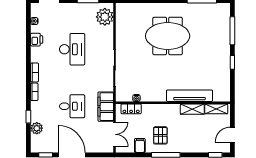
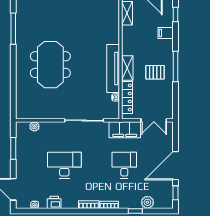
plant: (105, 17) -> (34, 126), width x0.53, depth x0.53
tv unit: (190, 96) -> (113, 68), moved
locker: (131, 109) -> (127, 97), width x1.53
shelving: (192, 109) -> (127, 68), moved
double door: (115, 134) -> (154, 120), swing flipped
filing cabinet: (140, 145) -> (166, 33), moved

